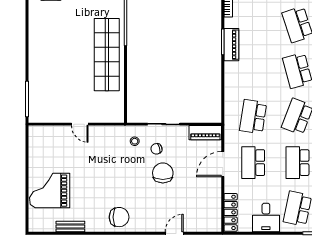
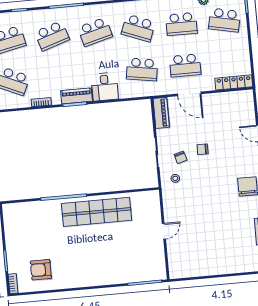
chair: (163, 173) -> (203, 149), width x0.54, depth x0.54
grand piano: (50, 191) -> (229, 254), removed
desk: (266, 218) -> (105, 87), moved, turned 90

